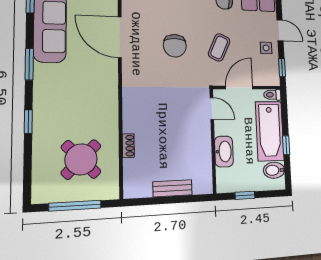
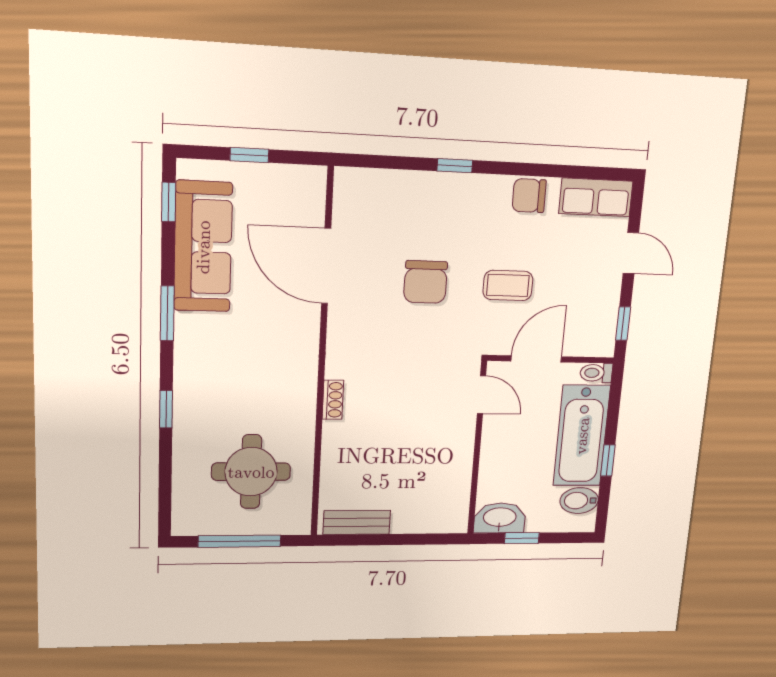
coffee table: (219, 47) -> (508, 285), turned 65
side table: (266, 48) -> (598, 287), removed
shoe rack: (128, 146) -> (333, 400), moved
washbasin: (224, 152) -> (500, 518), moved, turned -90
round table: (81, 159) -> (251, 472), turned 45
bench: (173, 188) -> (357, 522), moved

